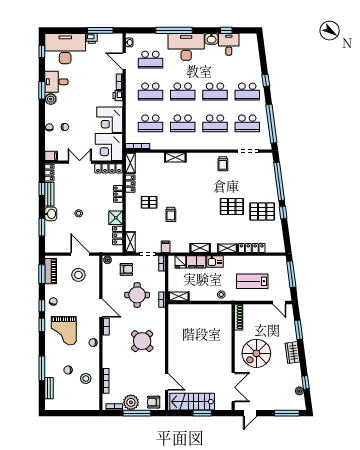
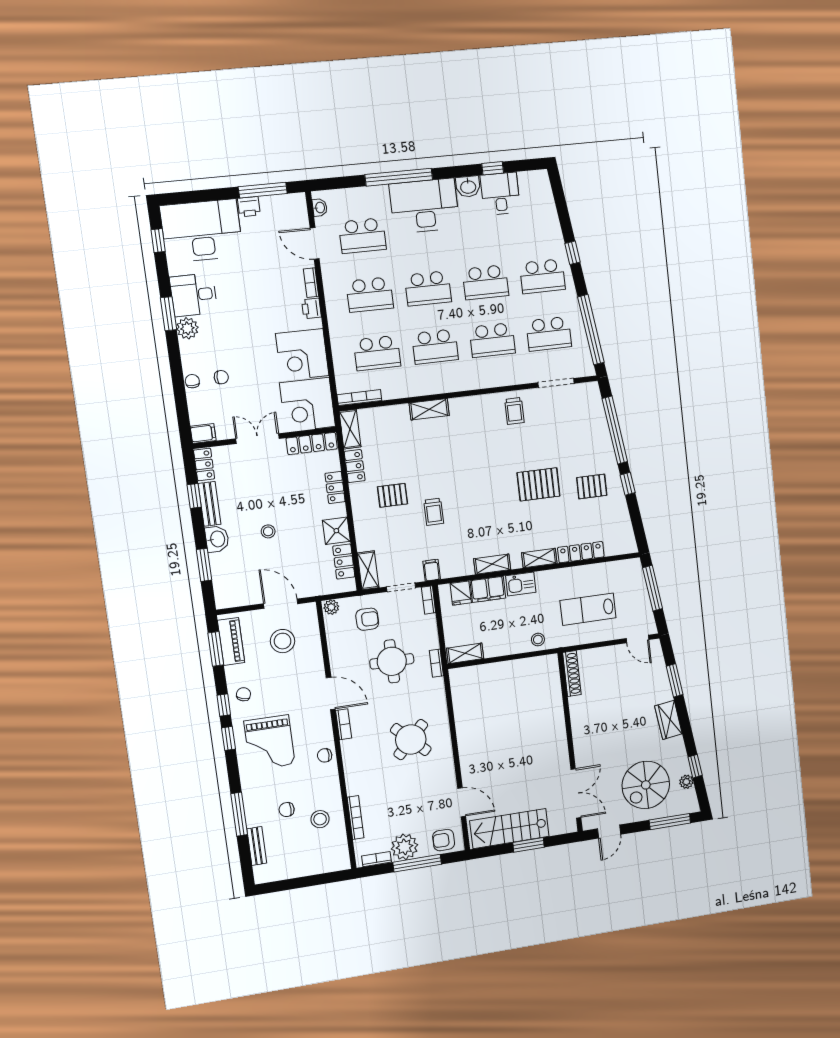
pallet: (262, 212) -> (592, 486), width x0.67, depth x0.71
spiral stairs: (256, 353) -> (646, 785), moved

